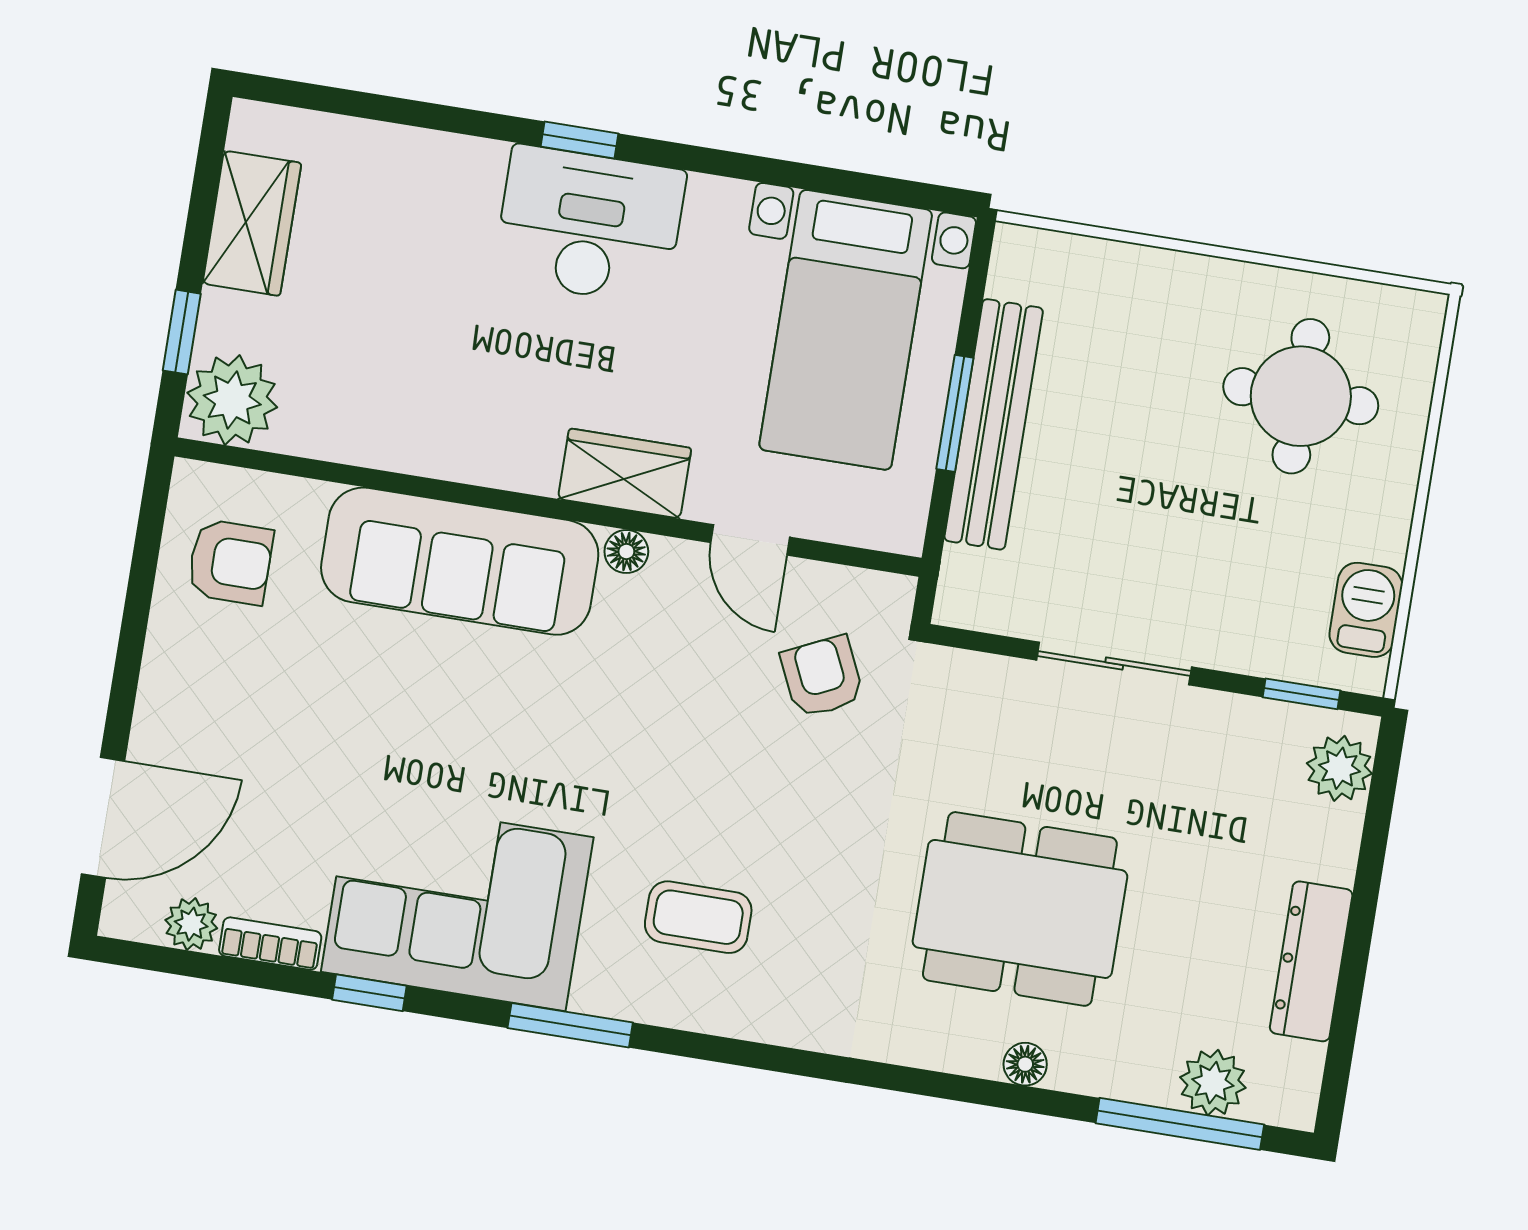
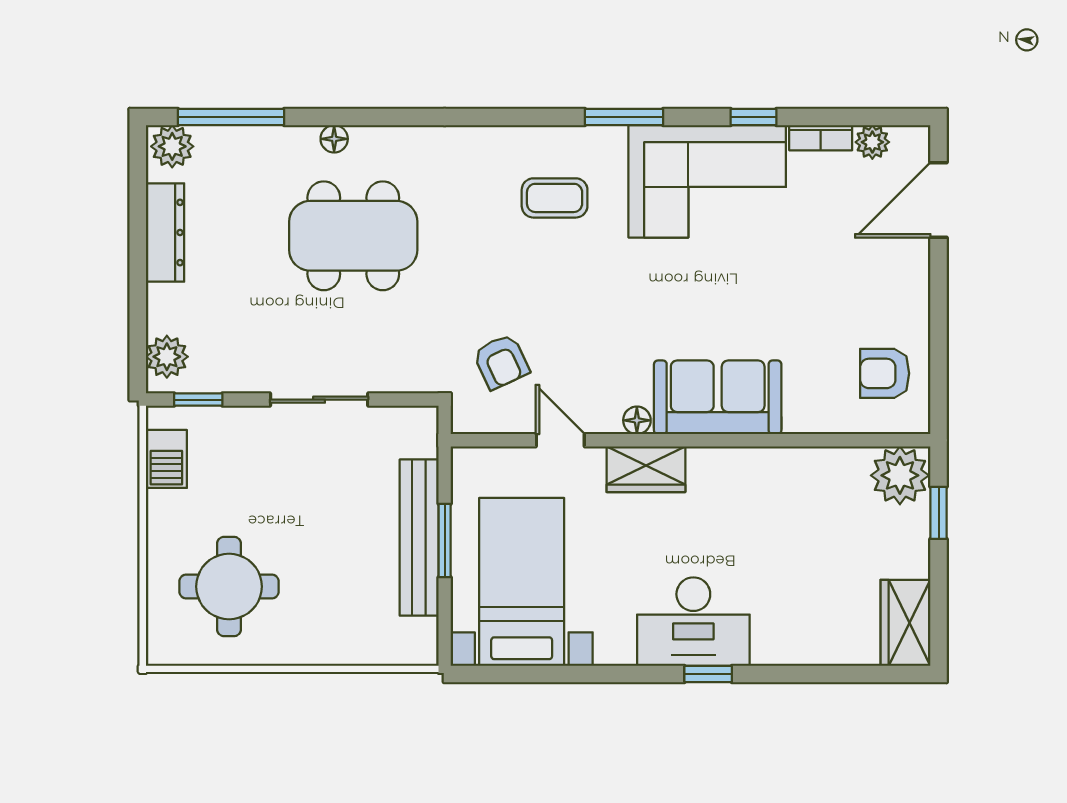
wardrobe: (252, 223) -> (905, 623), moved
sofa: (460, 561) -> (718, 397), width x0.73
plant: (1213, 1083) -> (172, 146), moved

